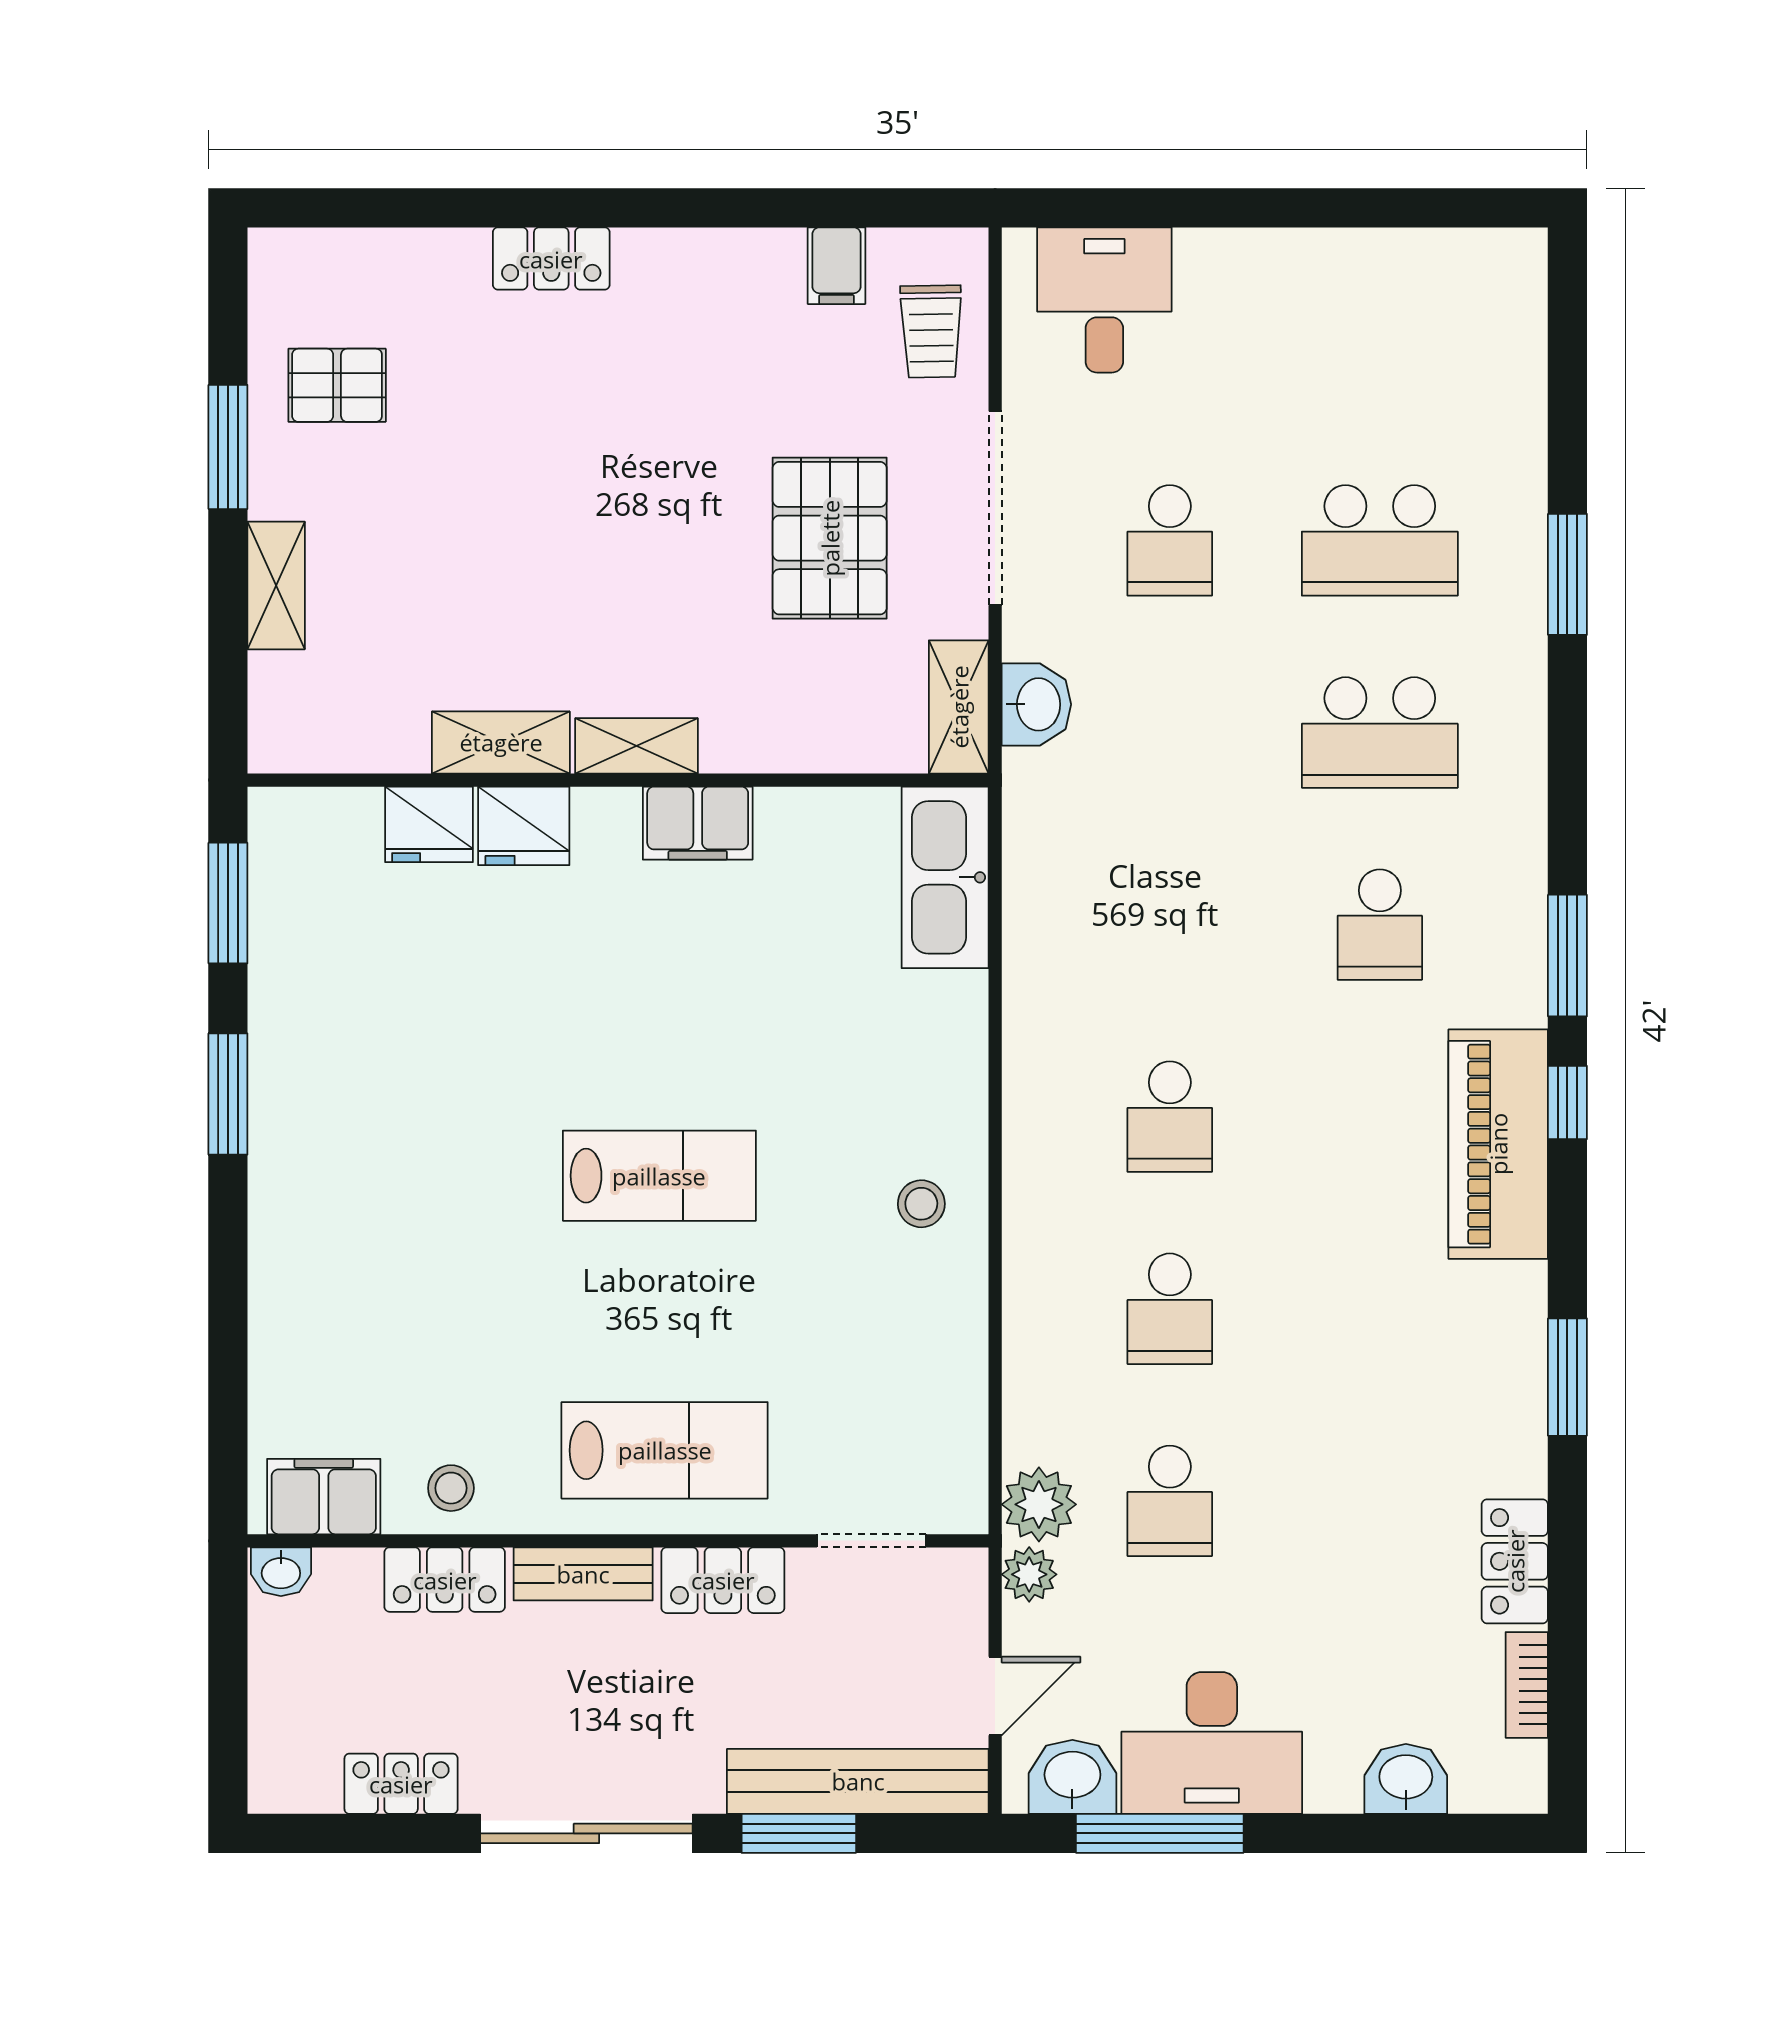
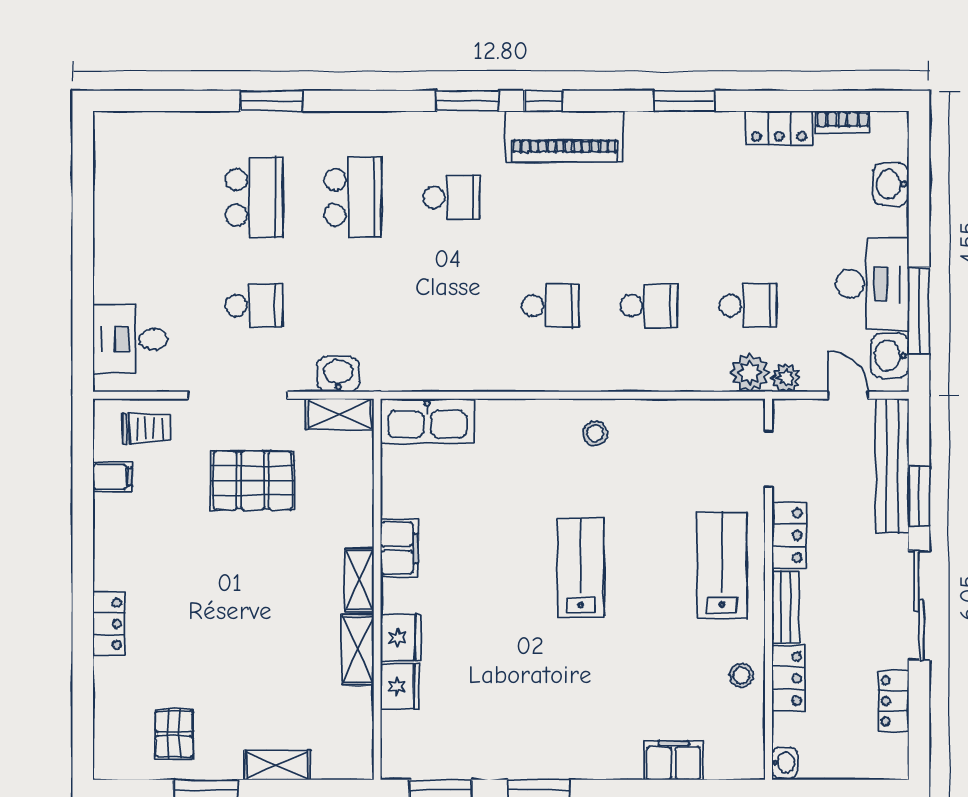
filing cabinet: (324, 1497) -> (673, 761), moved, turned 90

